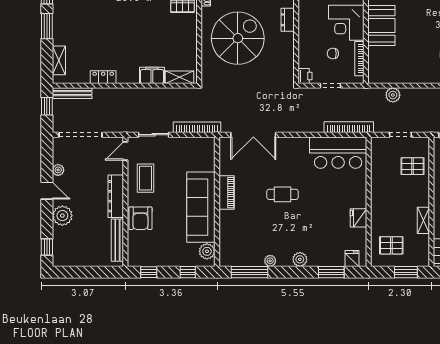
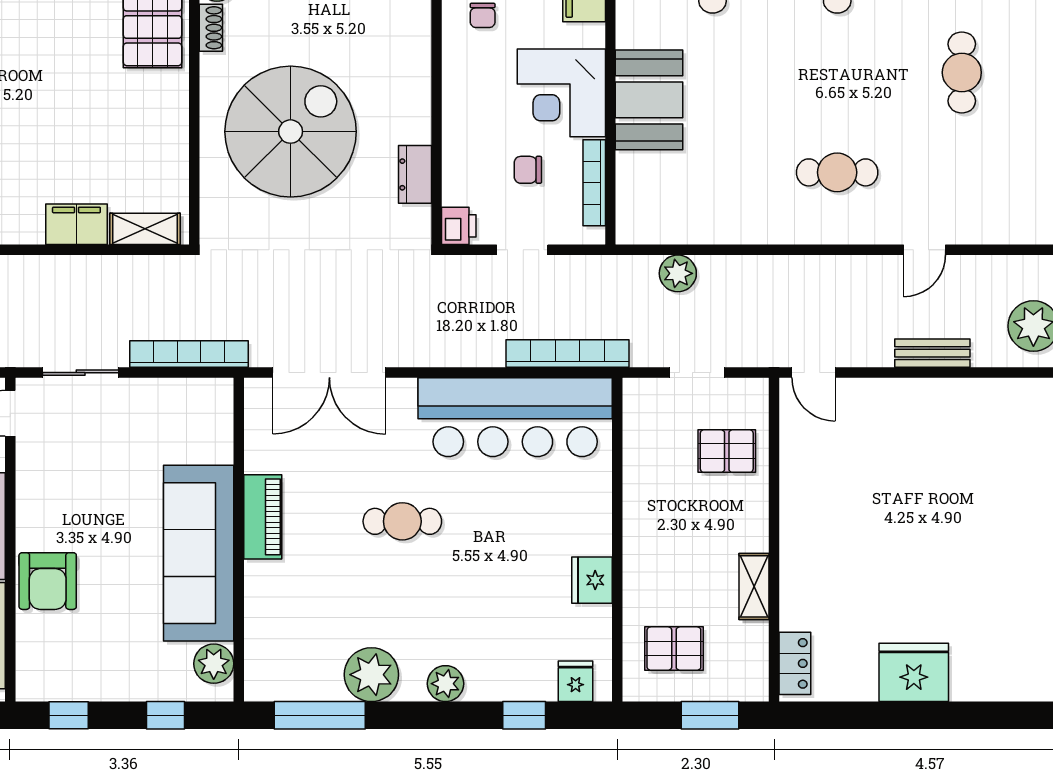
dresser: (288, 20) -> (415, 174), moved
bar counter: (338, 153) -> (515, 417), width x1.36
coffee table: (145, 178) -> (60, 481), removed
plant: (270, 261) -> (371, 675), width x1.88, depth x1.88
window: (331, 272) -> (524, 715), width x0.67

